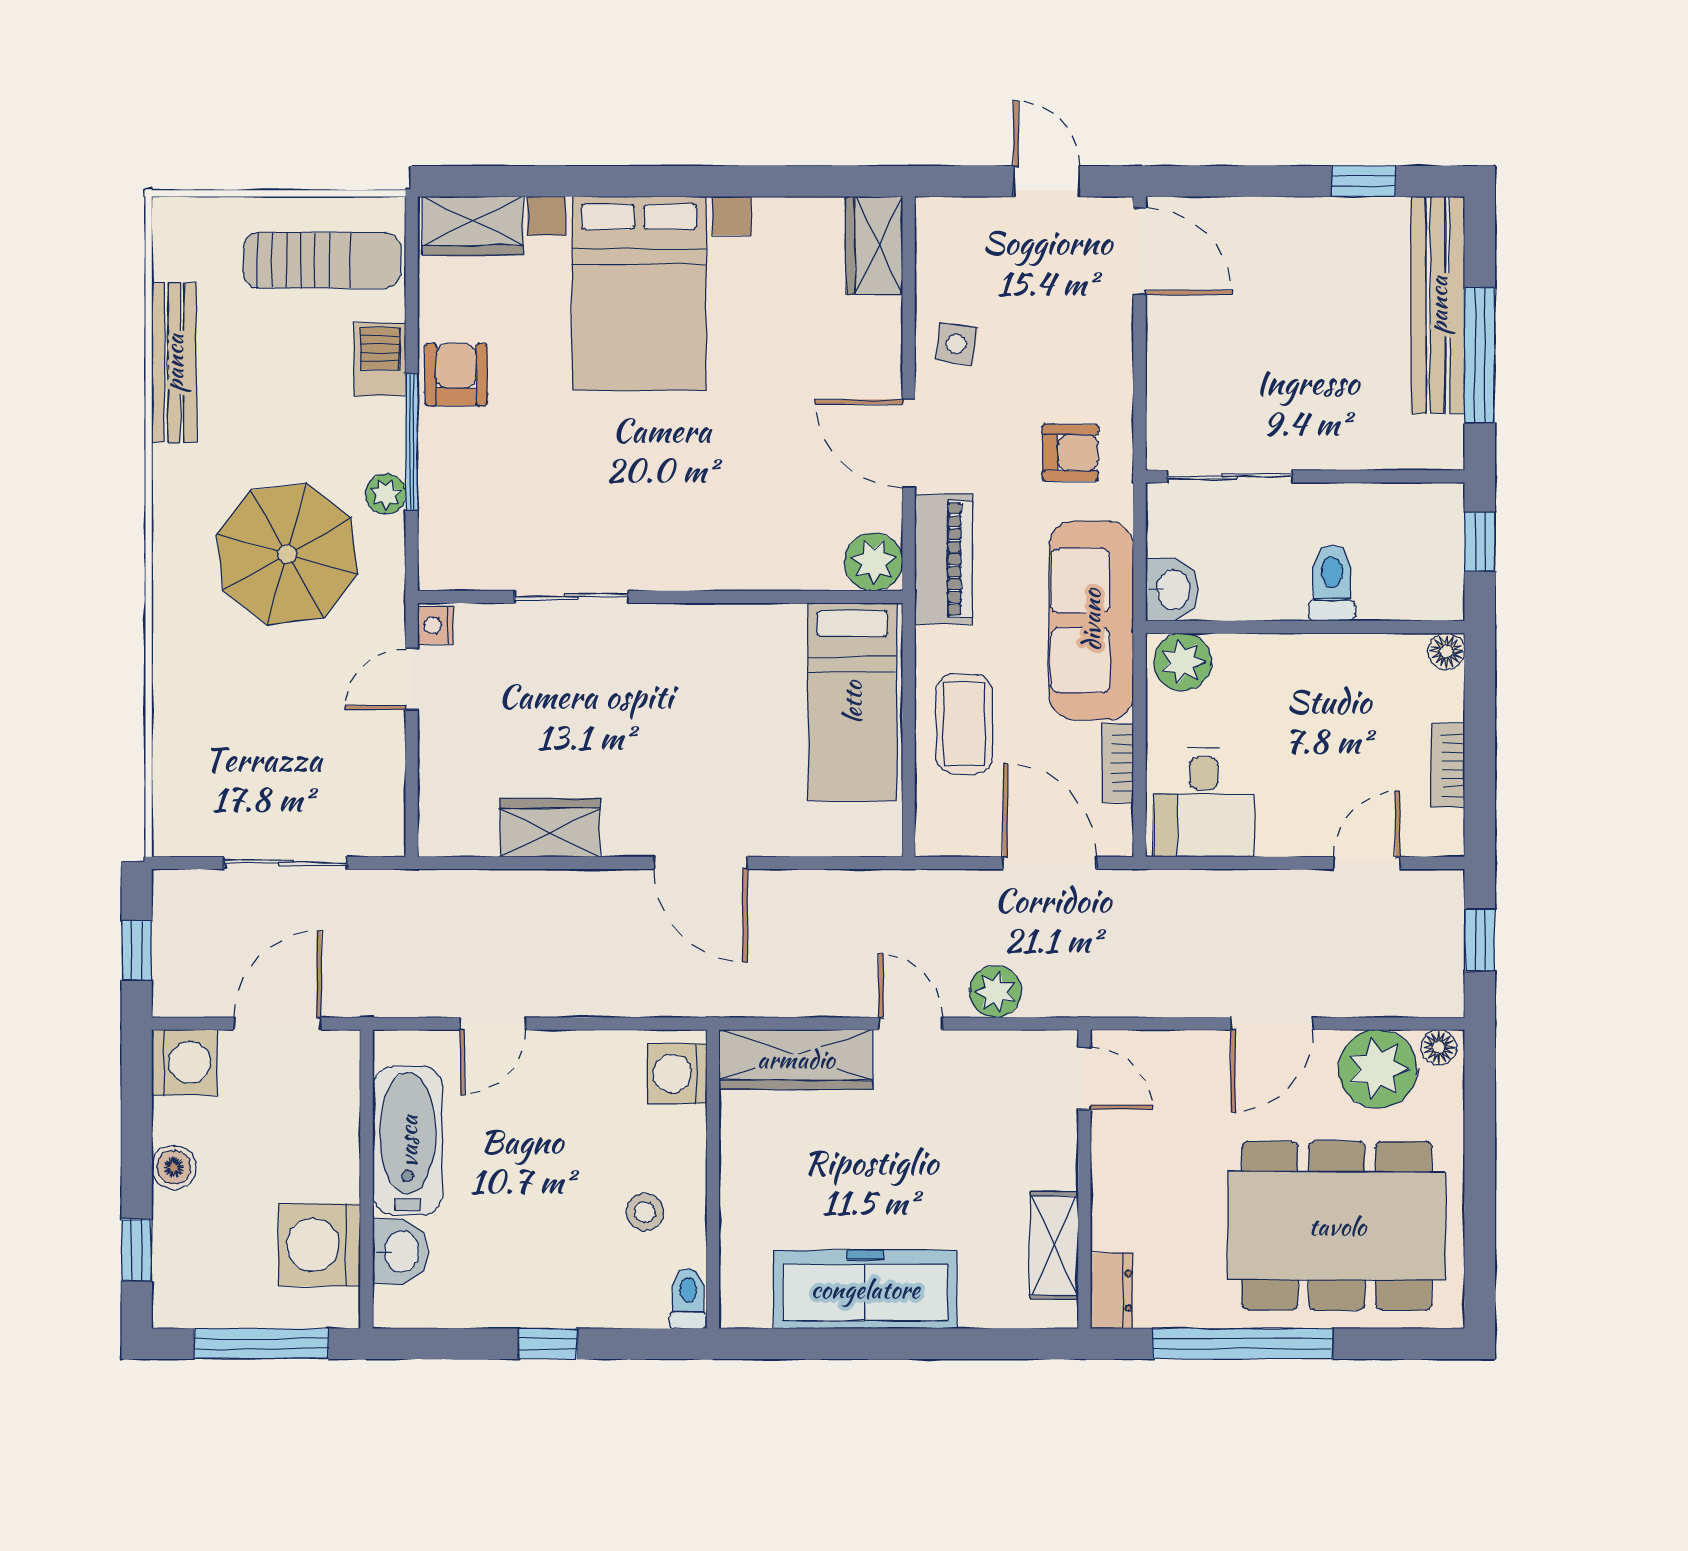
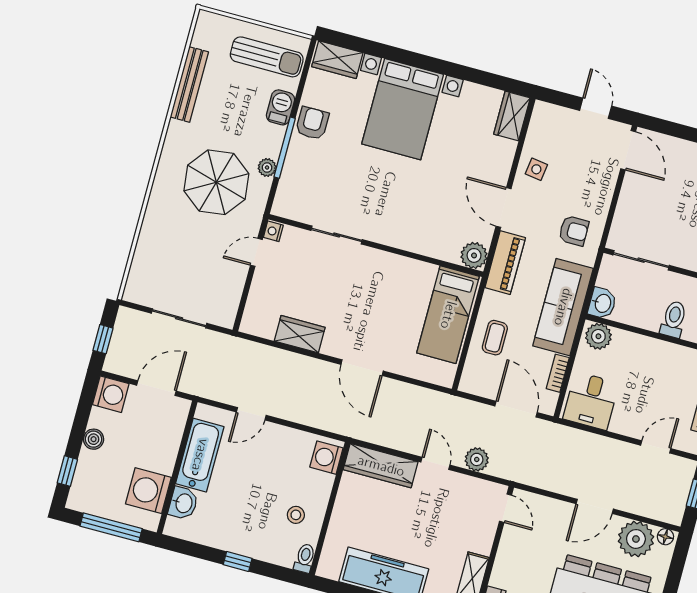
coffee table: (964, 724) -> (495, 338), width x0.73, depth x0.77

